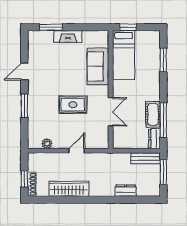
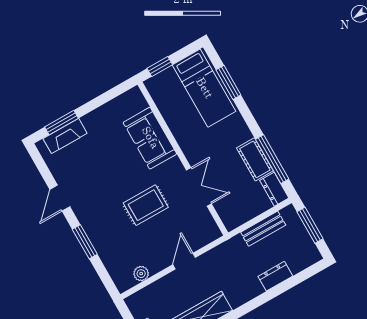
fireplace: (68, 36) -> (65, 136), moved
bed: (124, 55) -> (204, 88), moved
bench: (146, 158) -> (263, 229), moved

